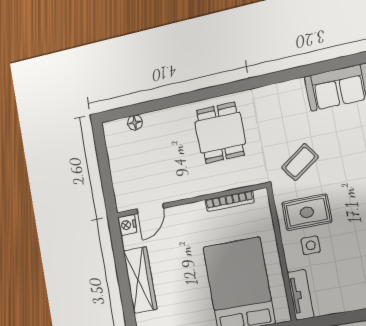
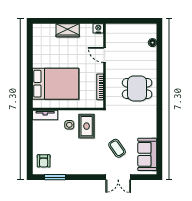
coffee table: (300, 162) -> (117, 148), moved
door: (150, 209) -> (105, 55), moved
wardrobe: (140, 280) -> (68, 30), width x0.67

